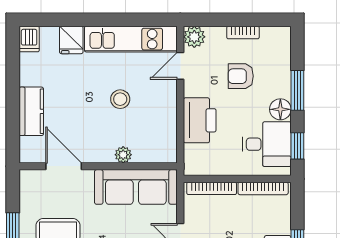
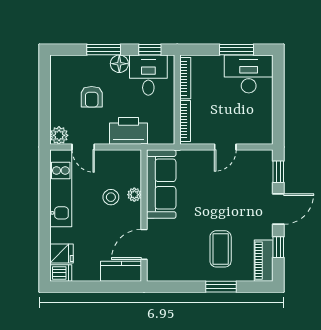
bookcase: (243, 33) -> (55, 95), removed
fridge: (71, 40) -> (62, 253), moved
plant: (123, 155) -> (134, 195), moved
door: (64, 166) -> (144, 244), moved
wall: (98, 166) -> (144, 216), moved
sofa: (136, 187) -> (161, 184), moved

